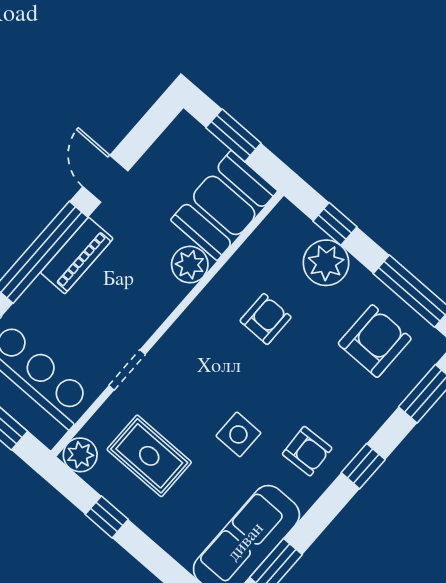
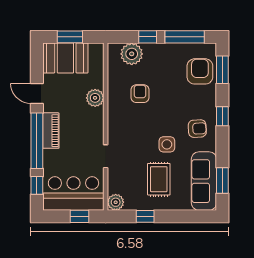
booth: (224, 205) -> (65, 58), moved, turned 90
window: (335, 224) -> (148, 37), moved
plant: (326, 263) -> (132, 54), moved
armchair: (375, 341) -> (200, 71), moved
rug: (149, 456) -> (159, 179), moved, turned 90

